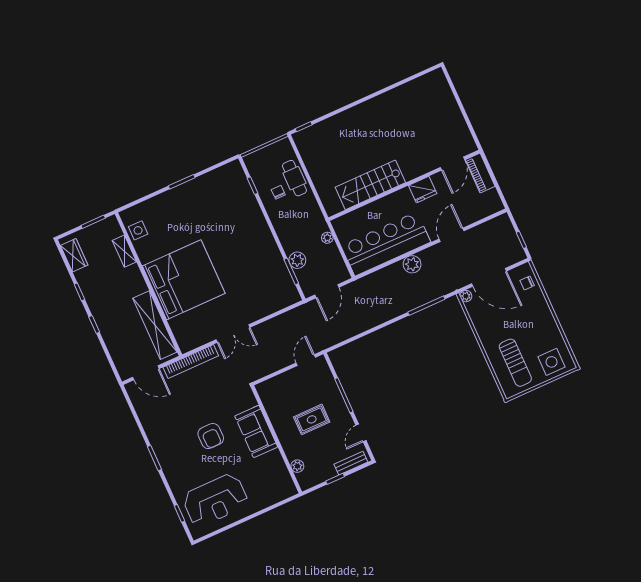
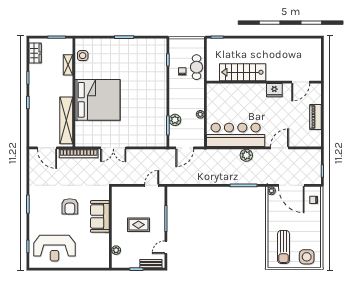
door: (452, 163) -> (301, 82), moved
stairs: (370, 185) -> (243, 72), moved
wall: (404, 185) -> (264, 82), moved
fridge: (423, 190) -> (274, 90), moved

